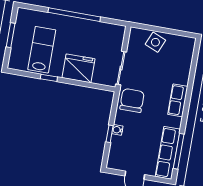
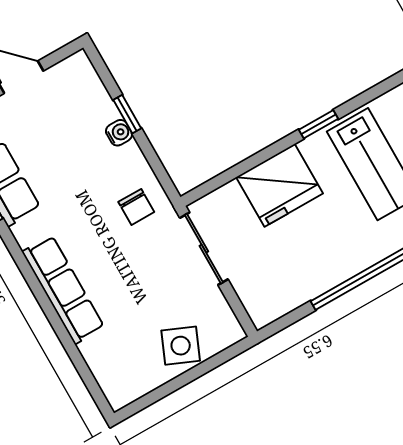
chair: (132, 100) -> (136, 207), width x0.54, depth x0.54
row of seats: (178, 100) -> (63, 290), width x1.48

